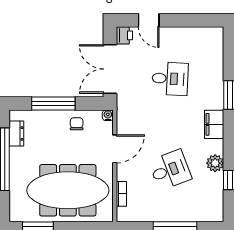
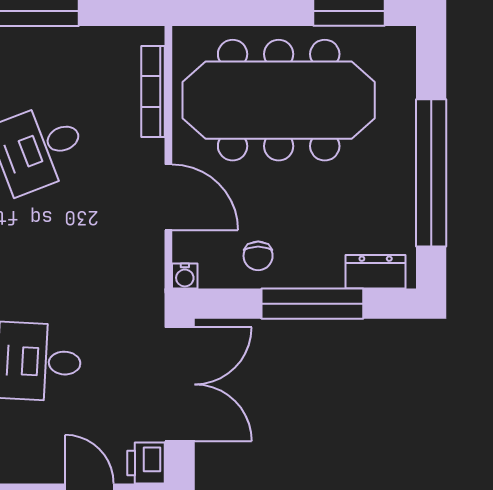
dresser: (16, 133) -> (376, 272), moved, turned 90
door: (115, 149) -> (168, 197), swing flipped
bookcase: (121, 194) -> (153, 91), width x1.56

